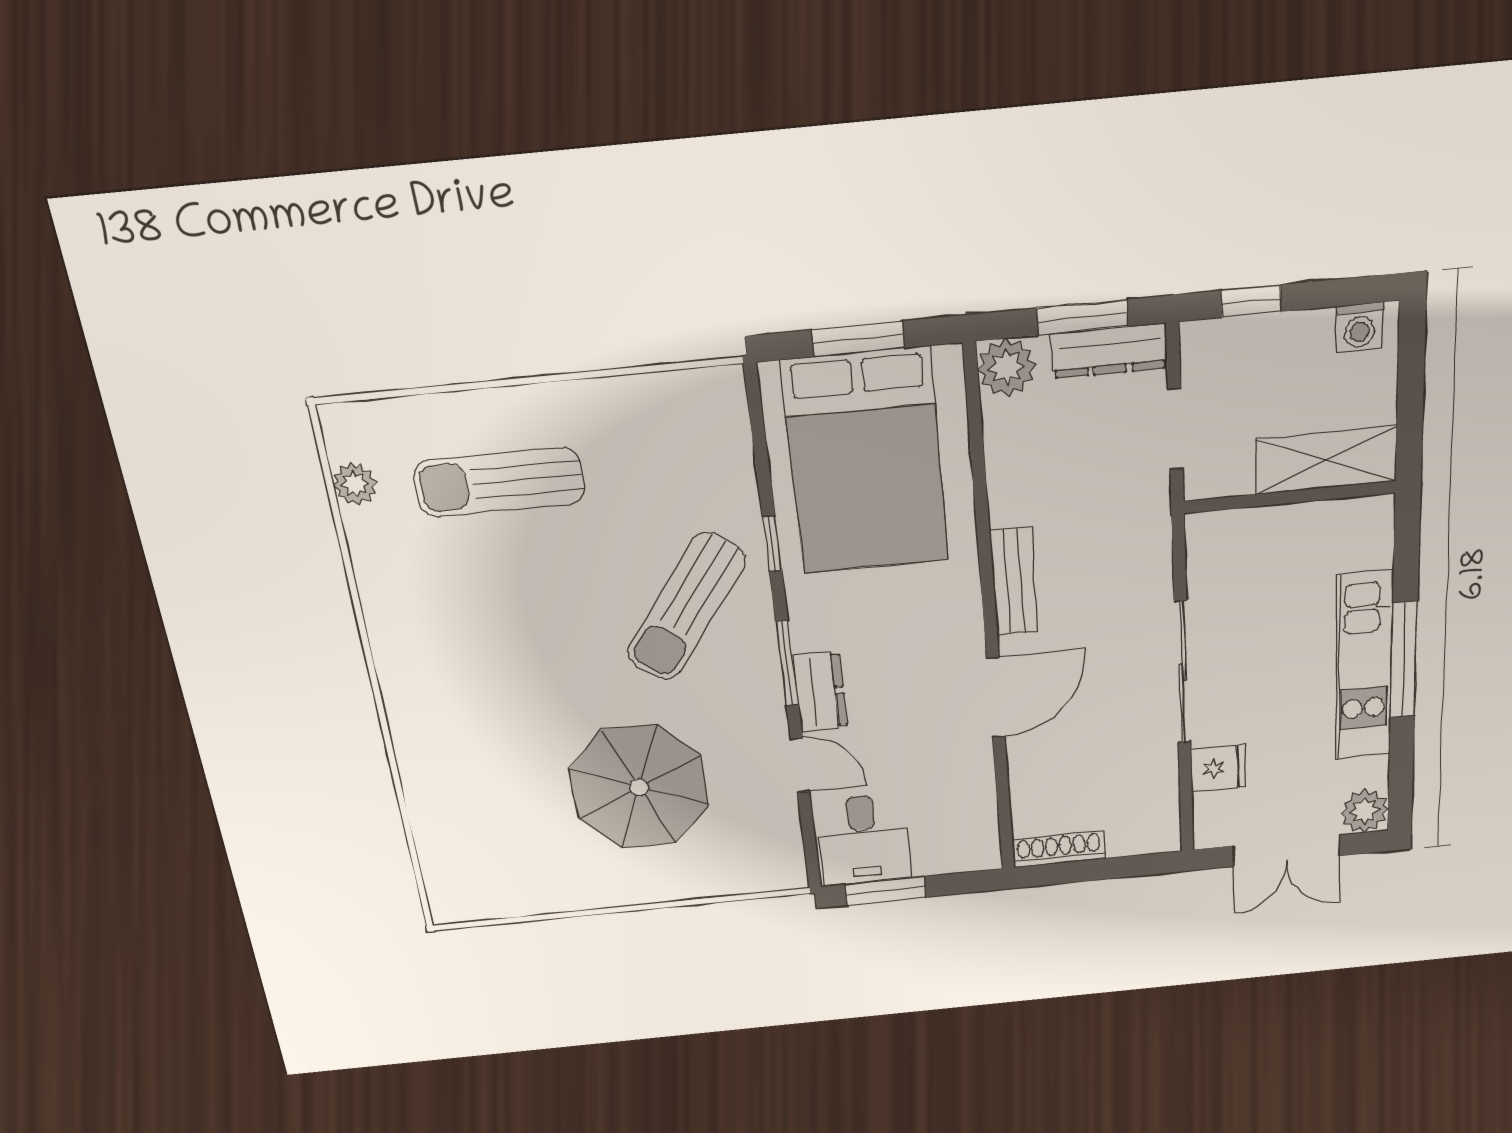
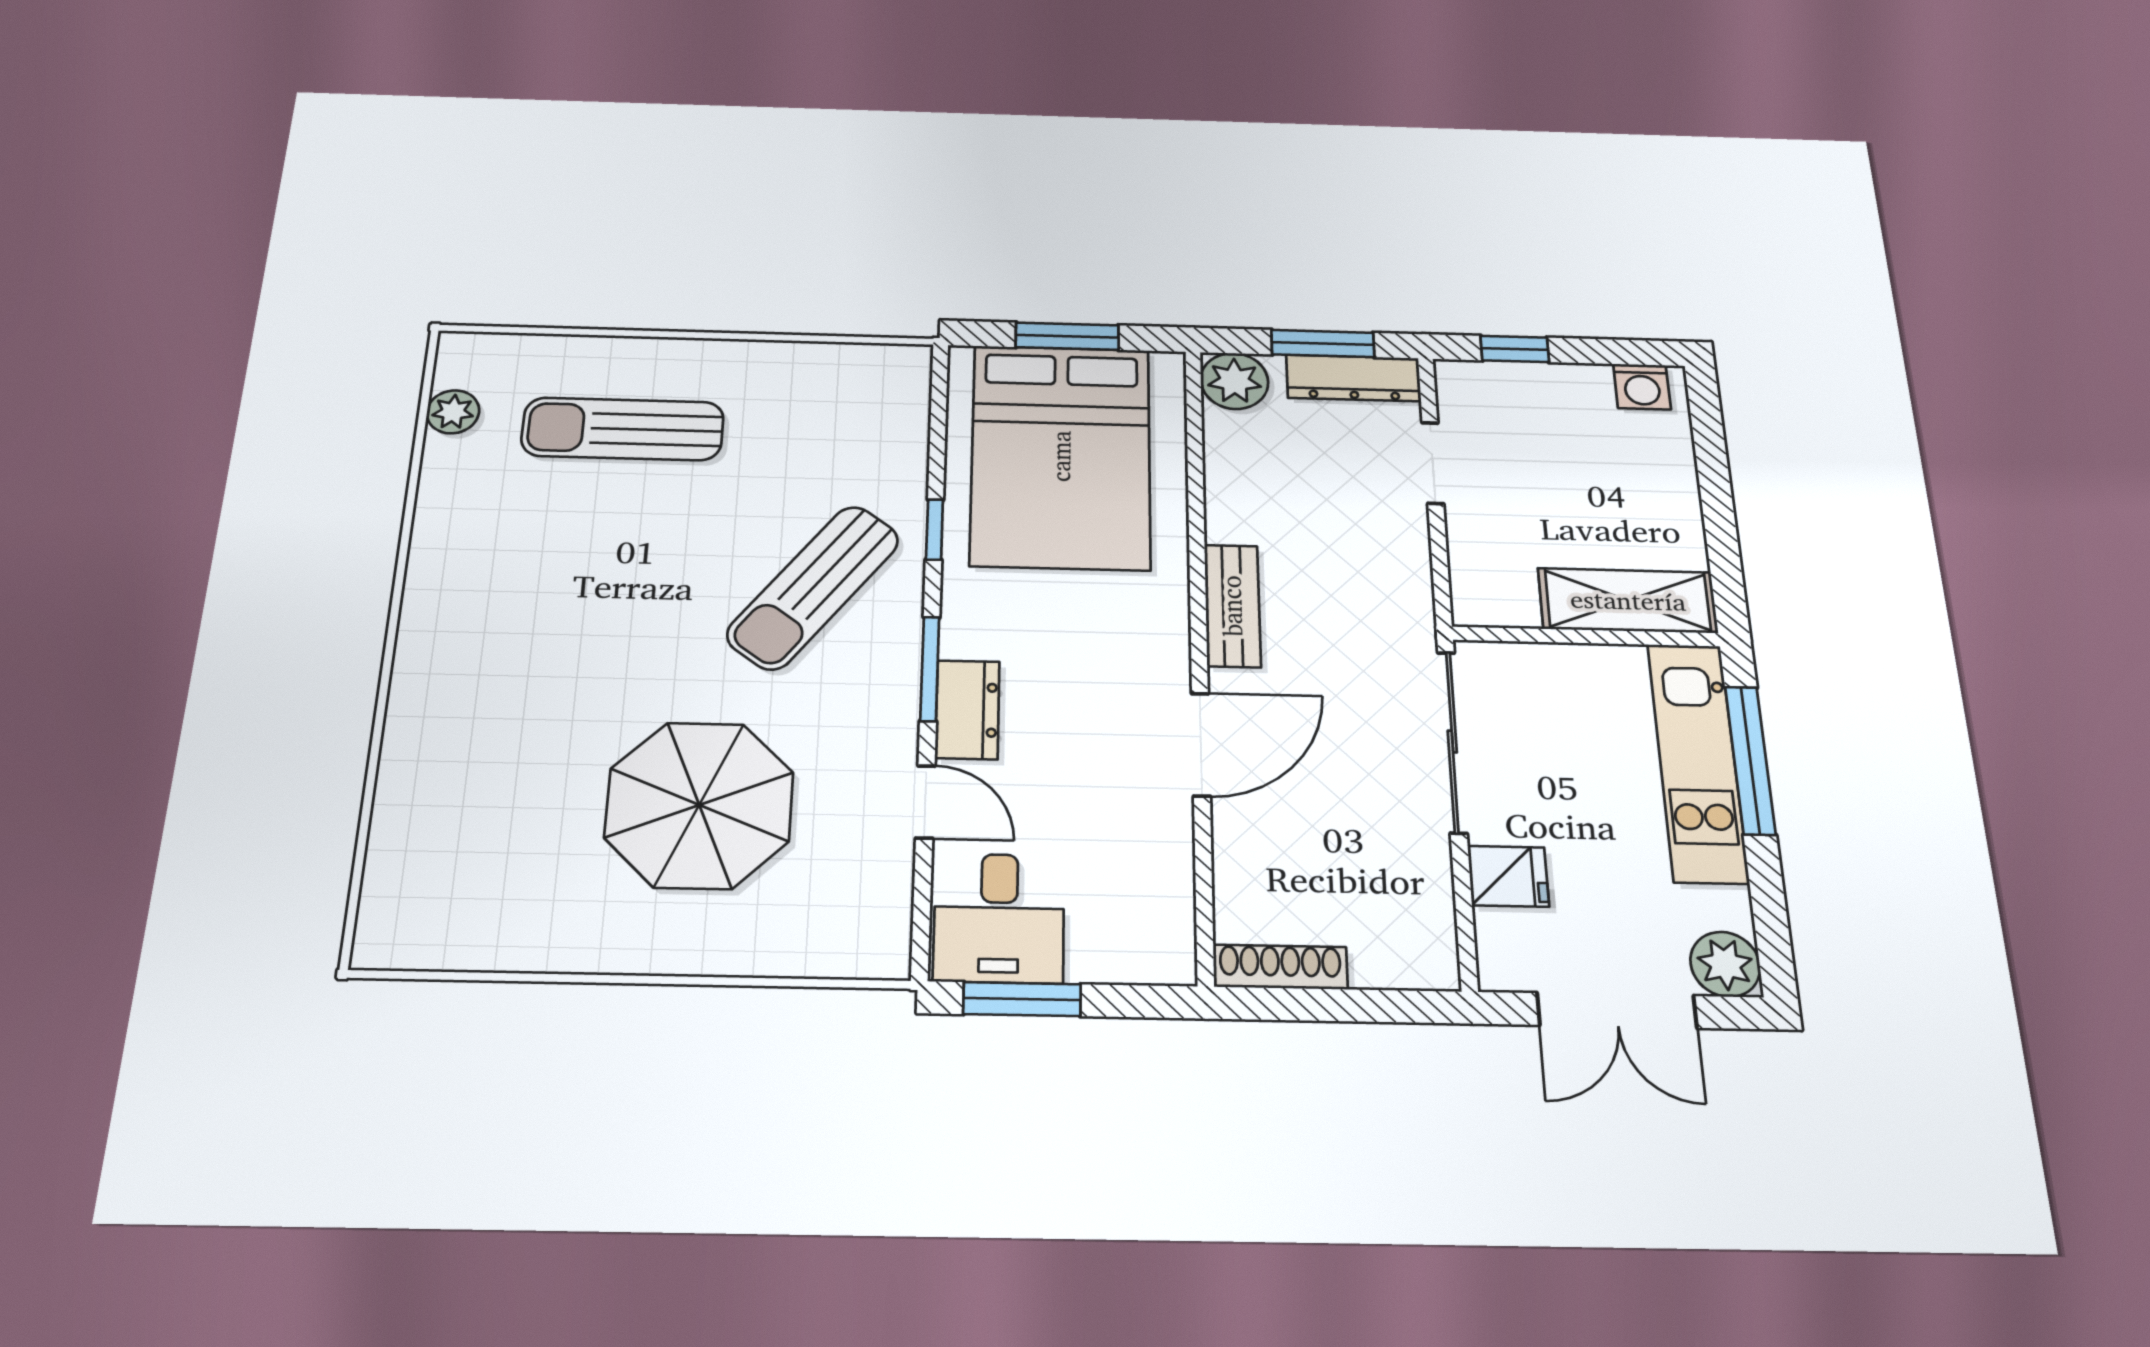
shelving: (1326, 460) -> (1628, 601), moved
wall: (1290, 497) -> (1586, 637), moved

